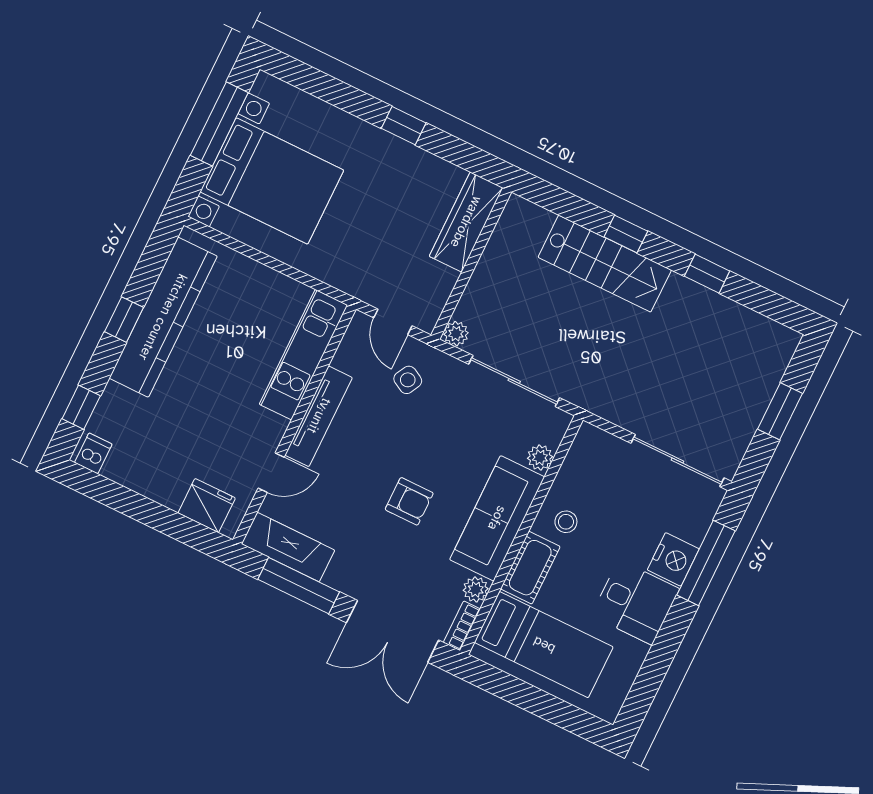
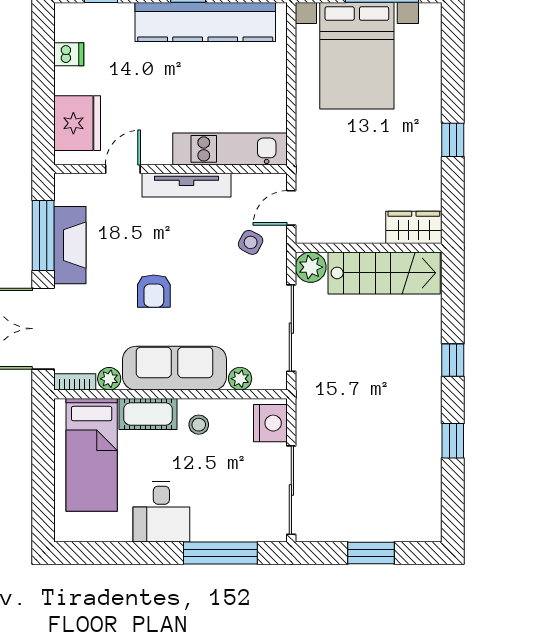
wardrobe: (466, 222) -> (414, 227), width x0.67
stairs: (605, 264) -> (384, 273), moved, turned -90
plant: (456, 334) -> (311, 267), width x1.38, depth x1.38
dishwasher: (93, 453) -> (69, 54), moved
door: (271, 473) -> (123, 169), swing flipped
fridge: (207, 506) -> (77, 123), width x1.36, depth x1.34
fireplace: (288, 547) -> (70, 245), moved
nightstand: (673, 559) -> (270, 423), moved, turned -90

